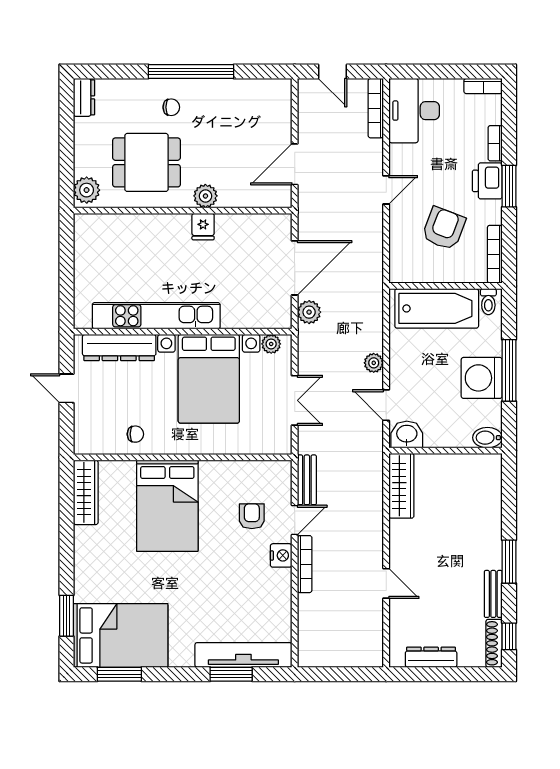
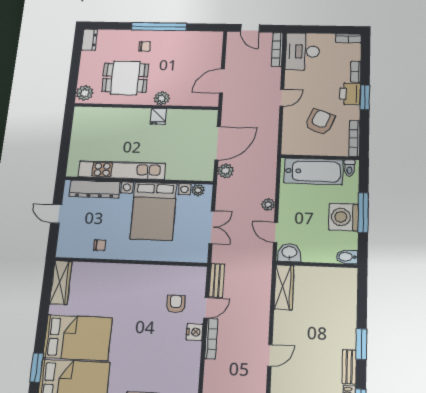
bed: (167, 506) -> (78, 338), moved, turned -90
door: (386, 583) -> (270, 355), hinge flipped

